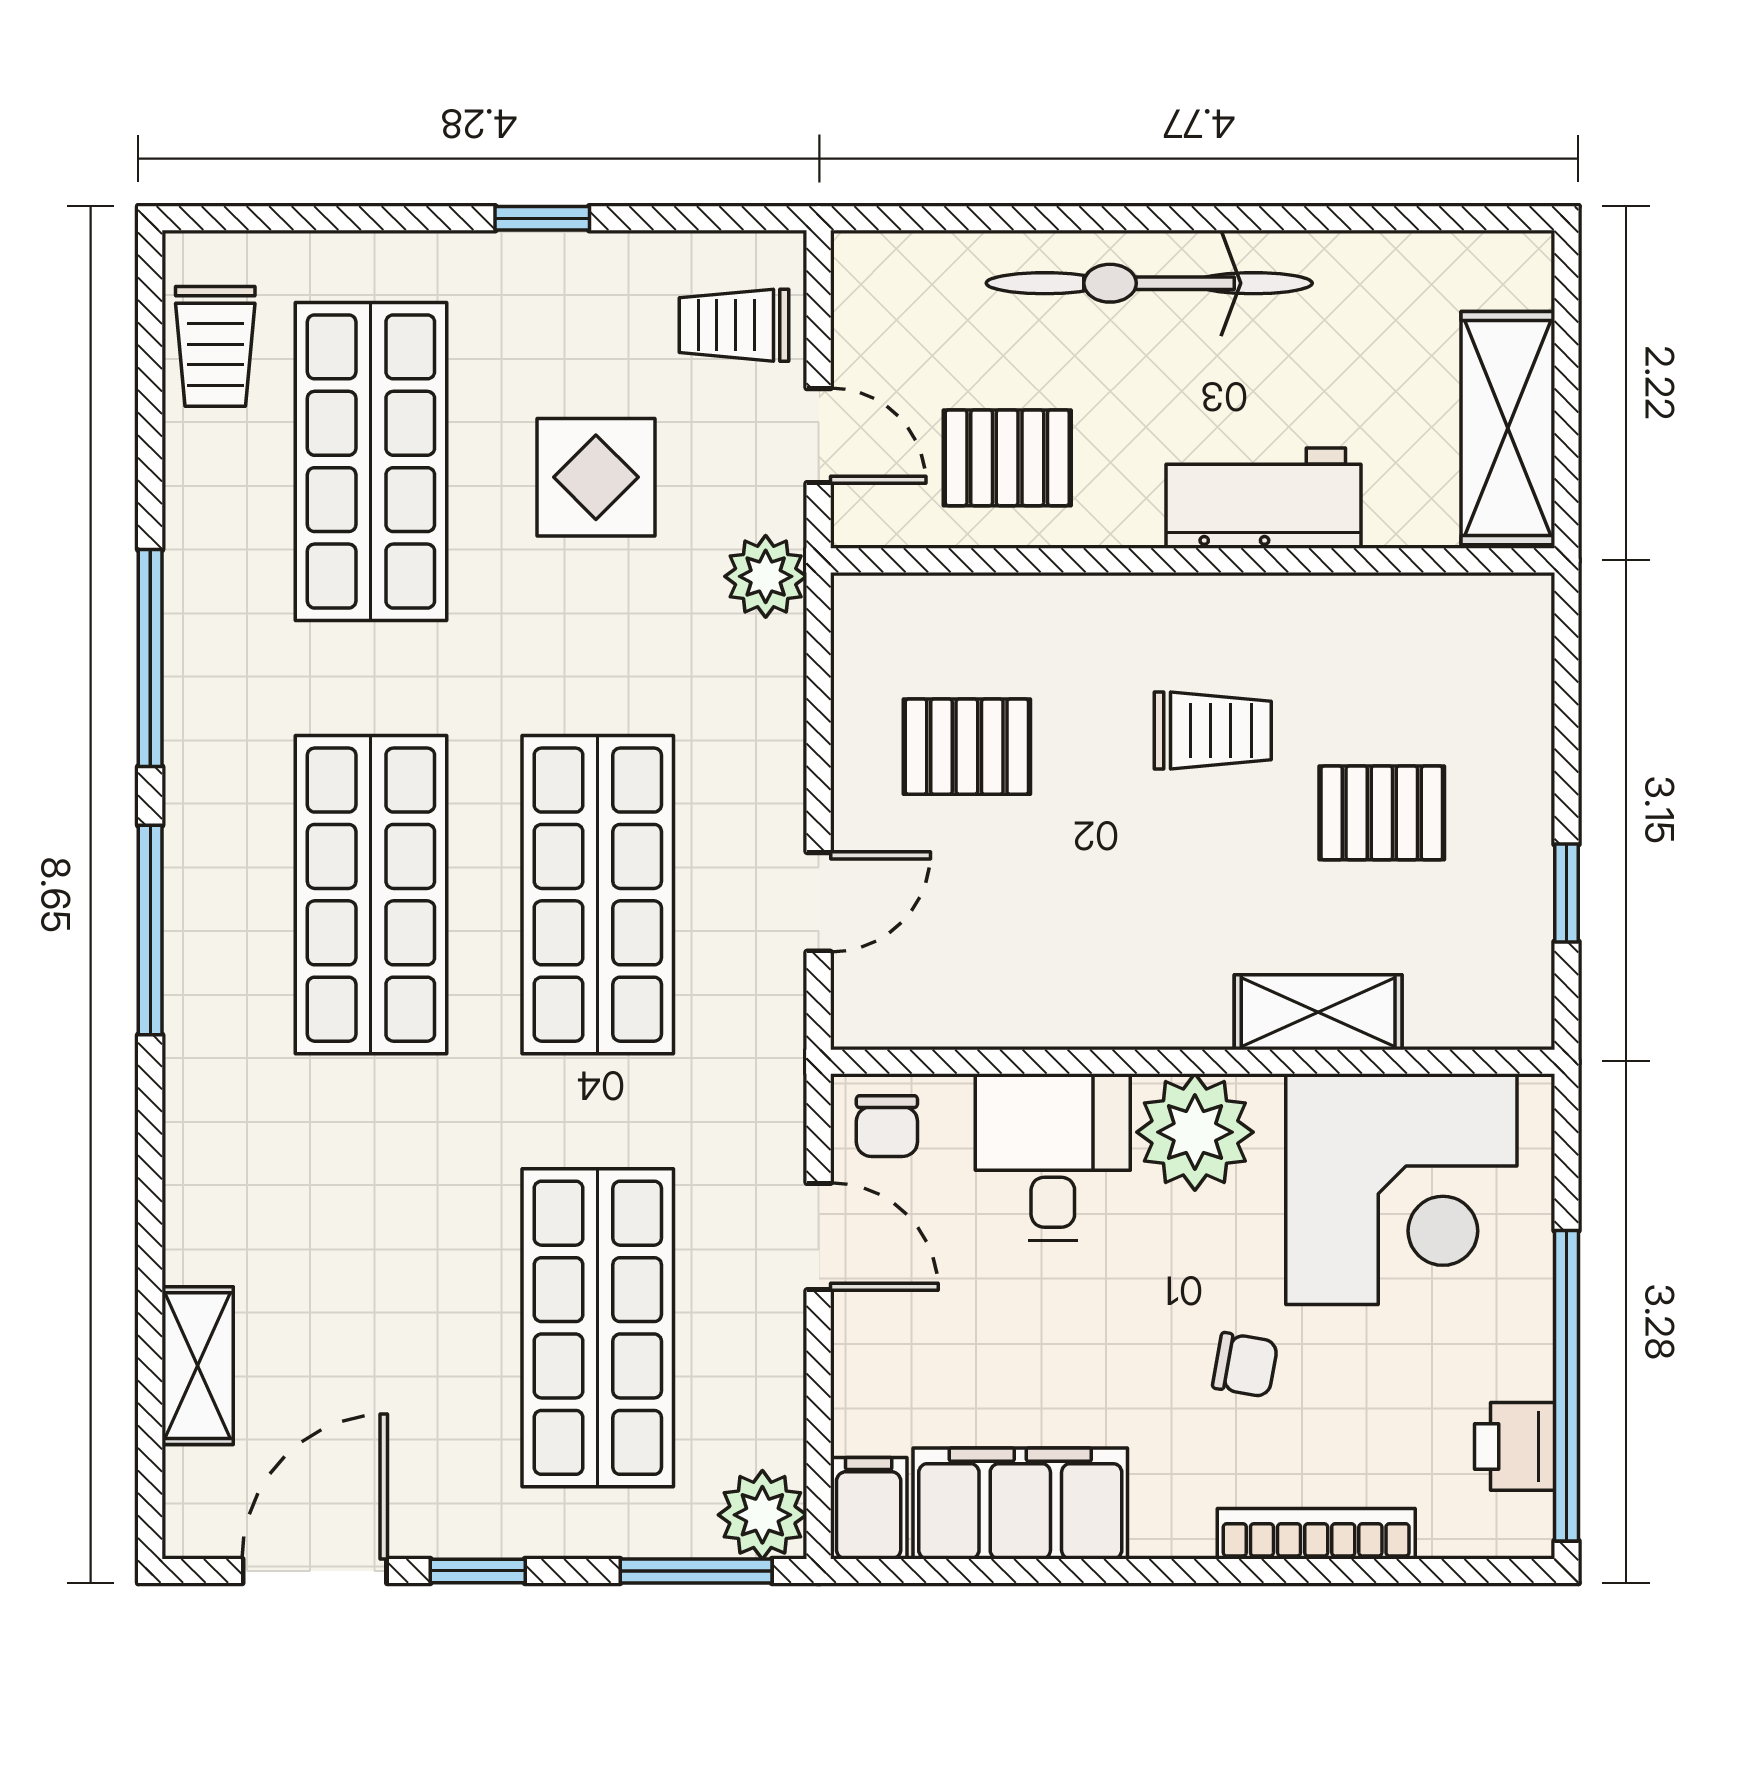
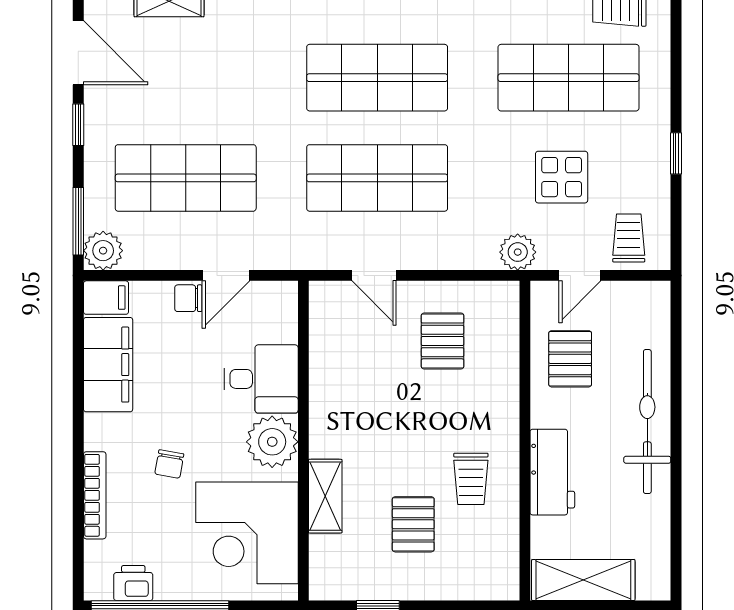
trolley: (1213, 731) -> (471, 479), moved
chair: (887, 1126) -> (188, 298), moved

